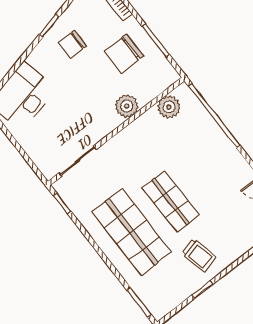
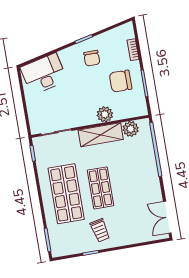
chair: (72, 44) -> (92, 58), turned -90
shelving: (135, 135) -> (101, 135), added

